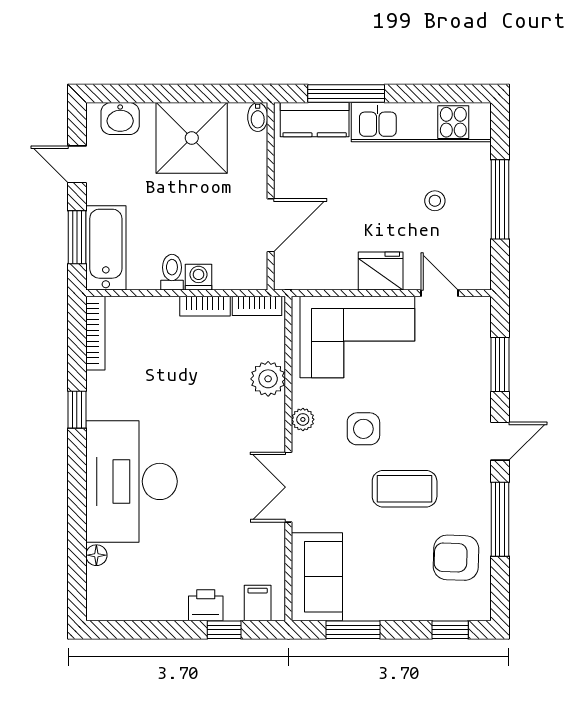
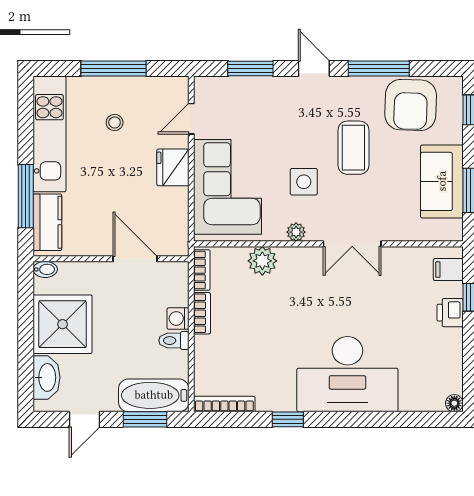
washbasin: (120, 119) -> (46, 377), width x1.38
floor lamp: (96, 555) -> (454, 403), moved
armchair: (456, 558) -> (411, 105), width x1.36, depth x1.36
sofa: (317, 577) -> (442, 181), moved, turned -90

